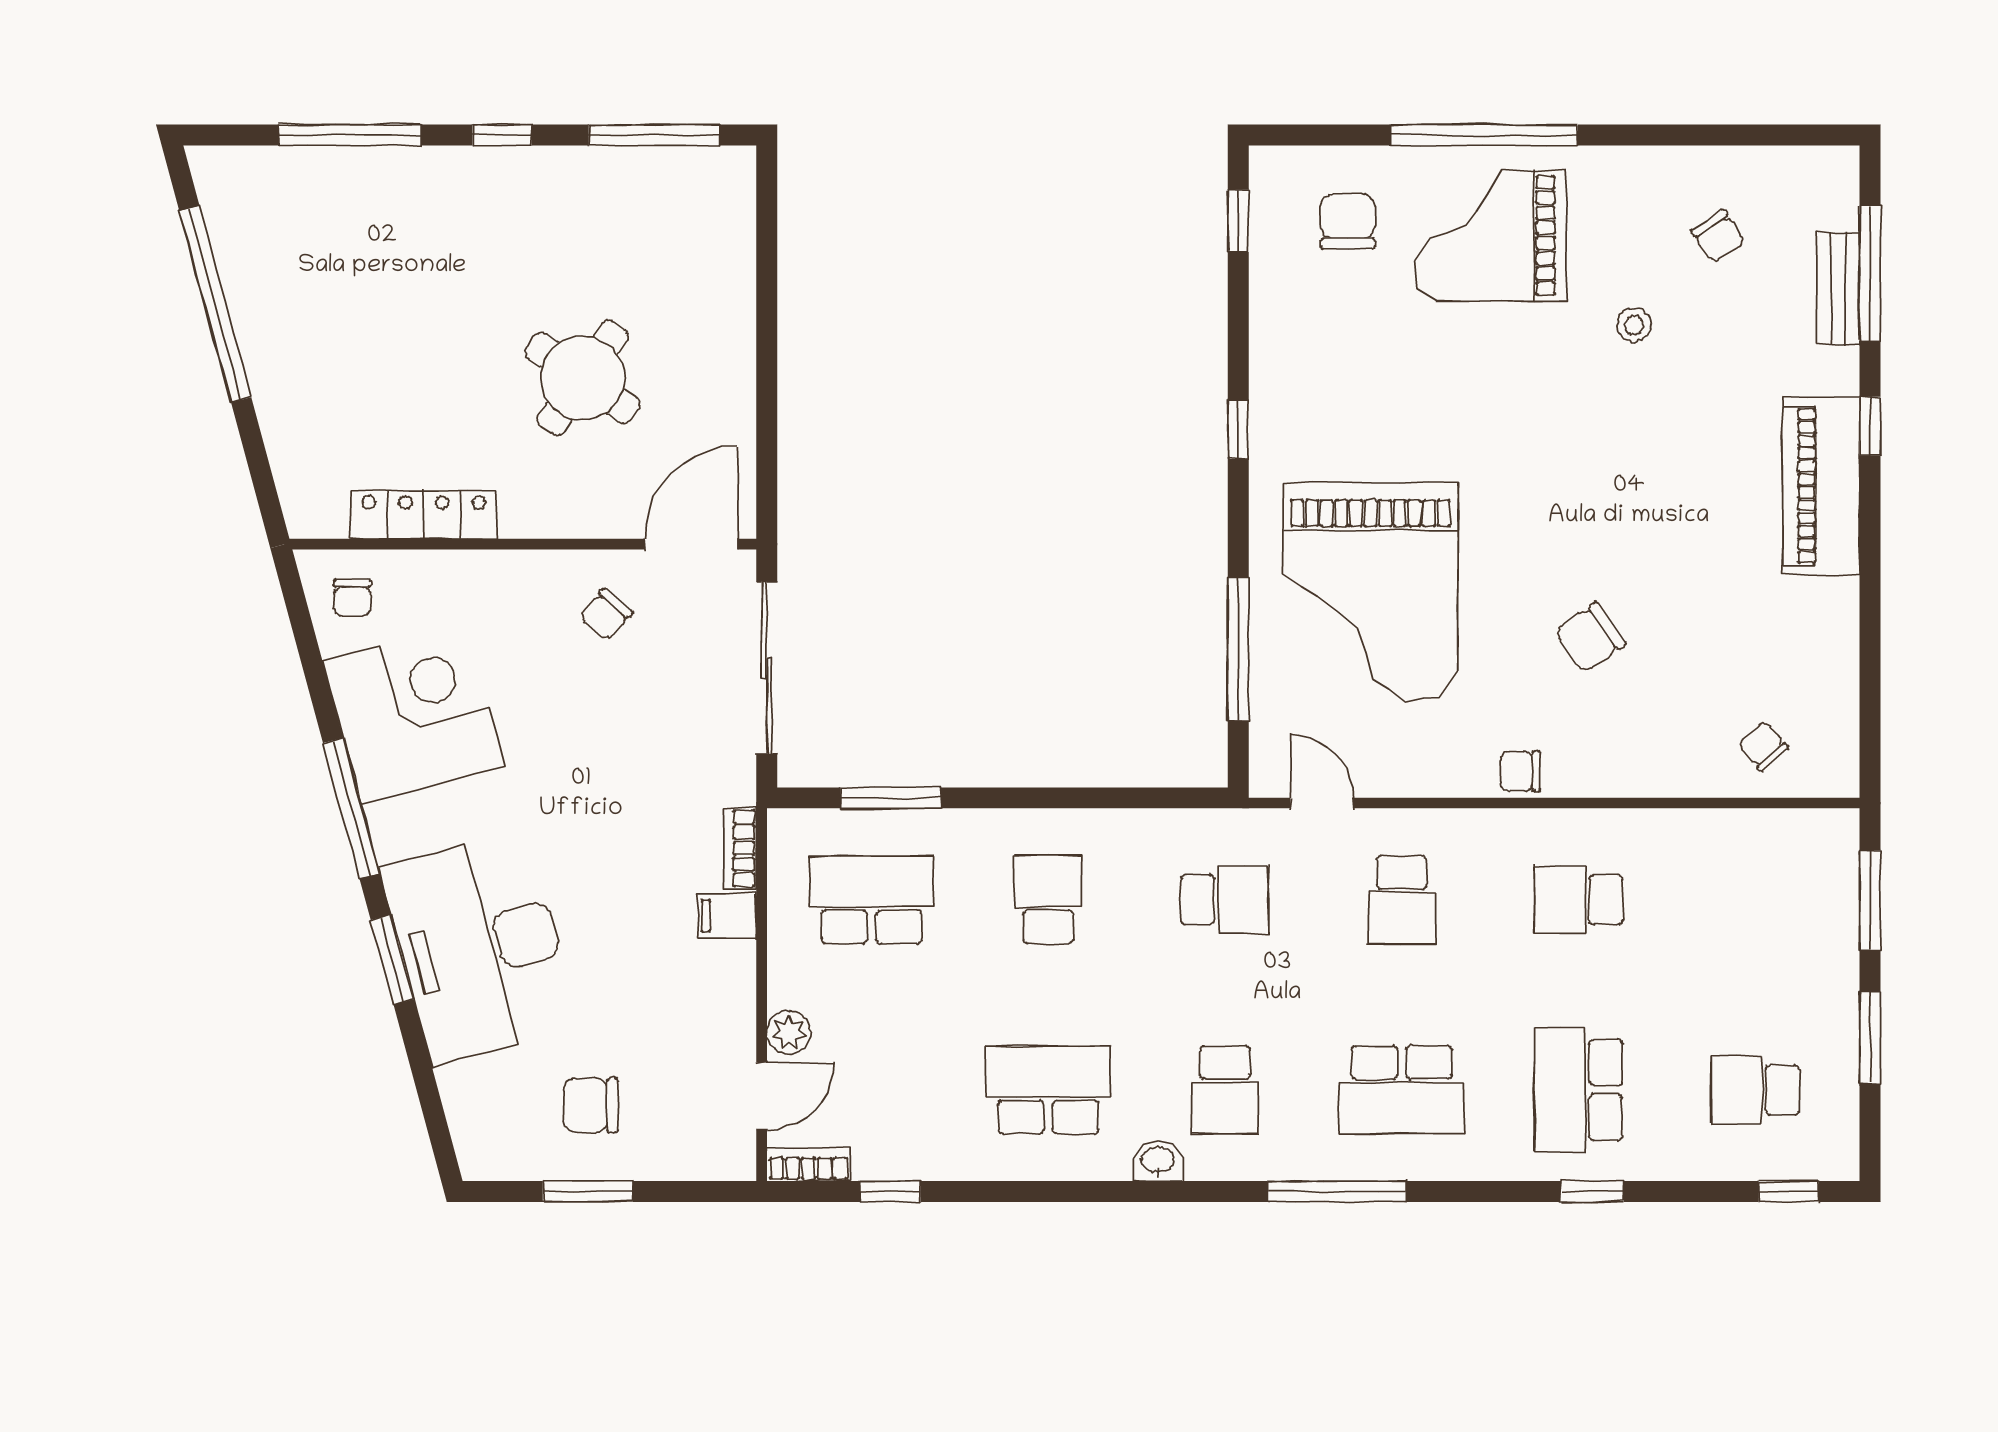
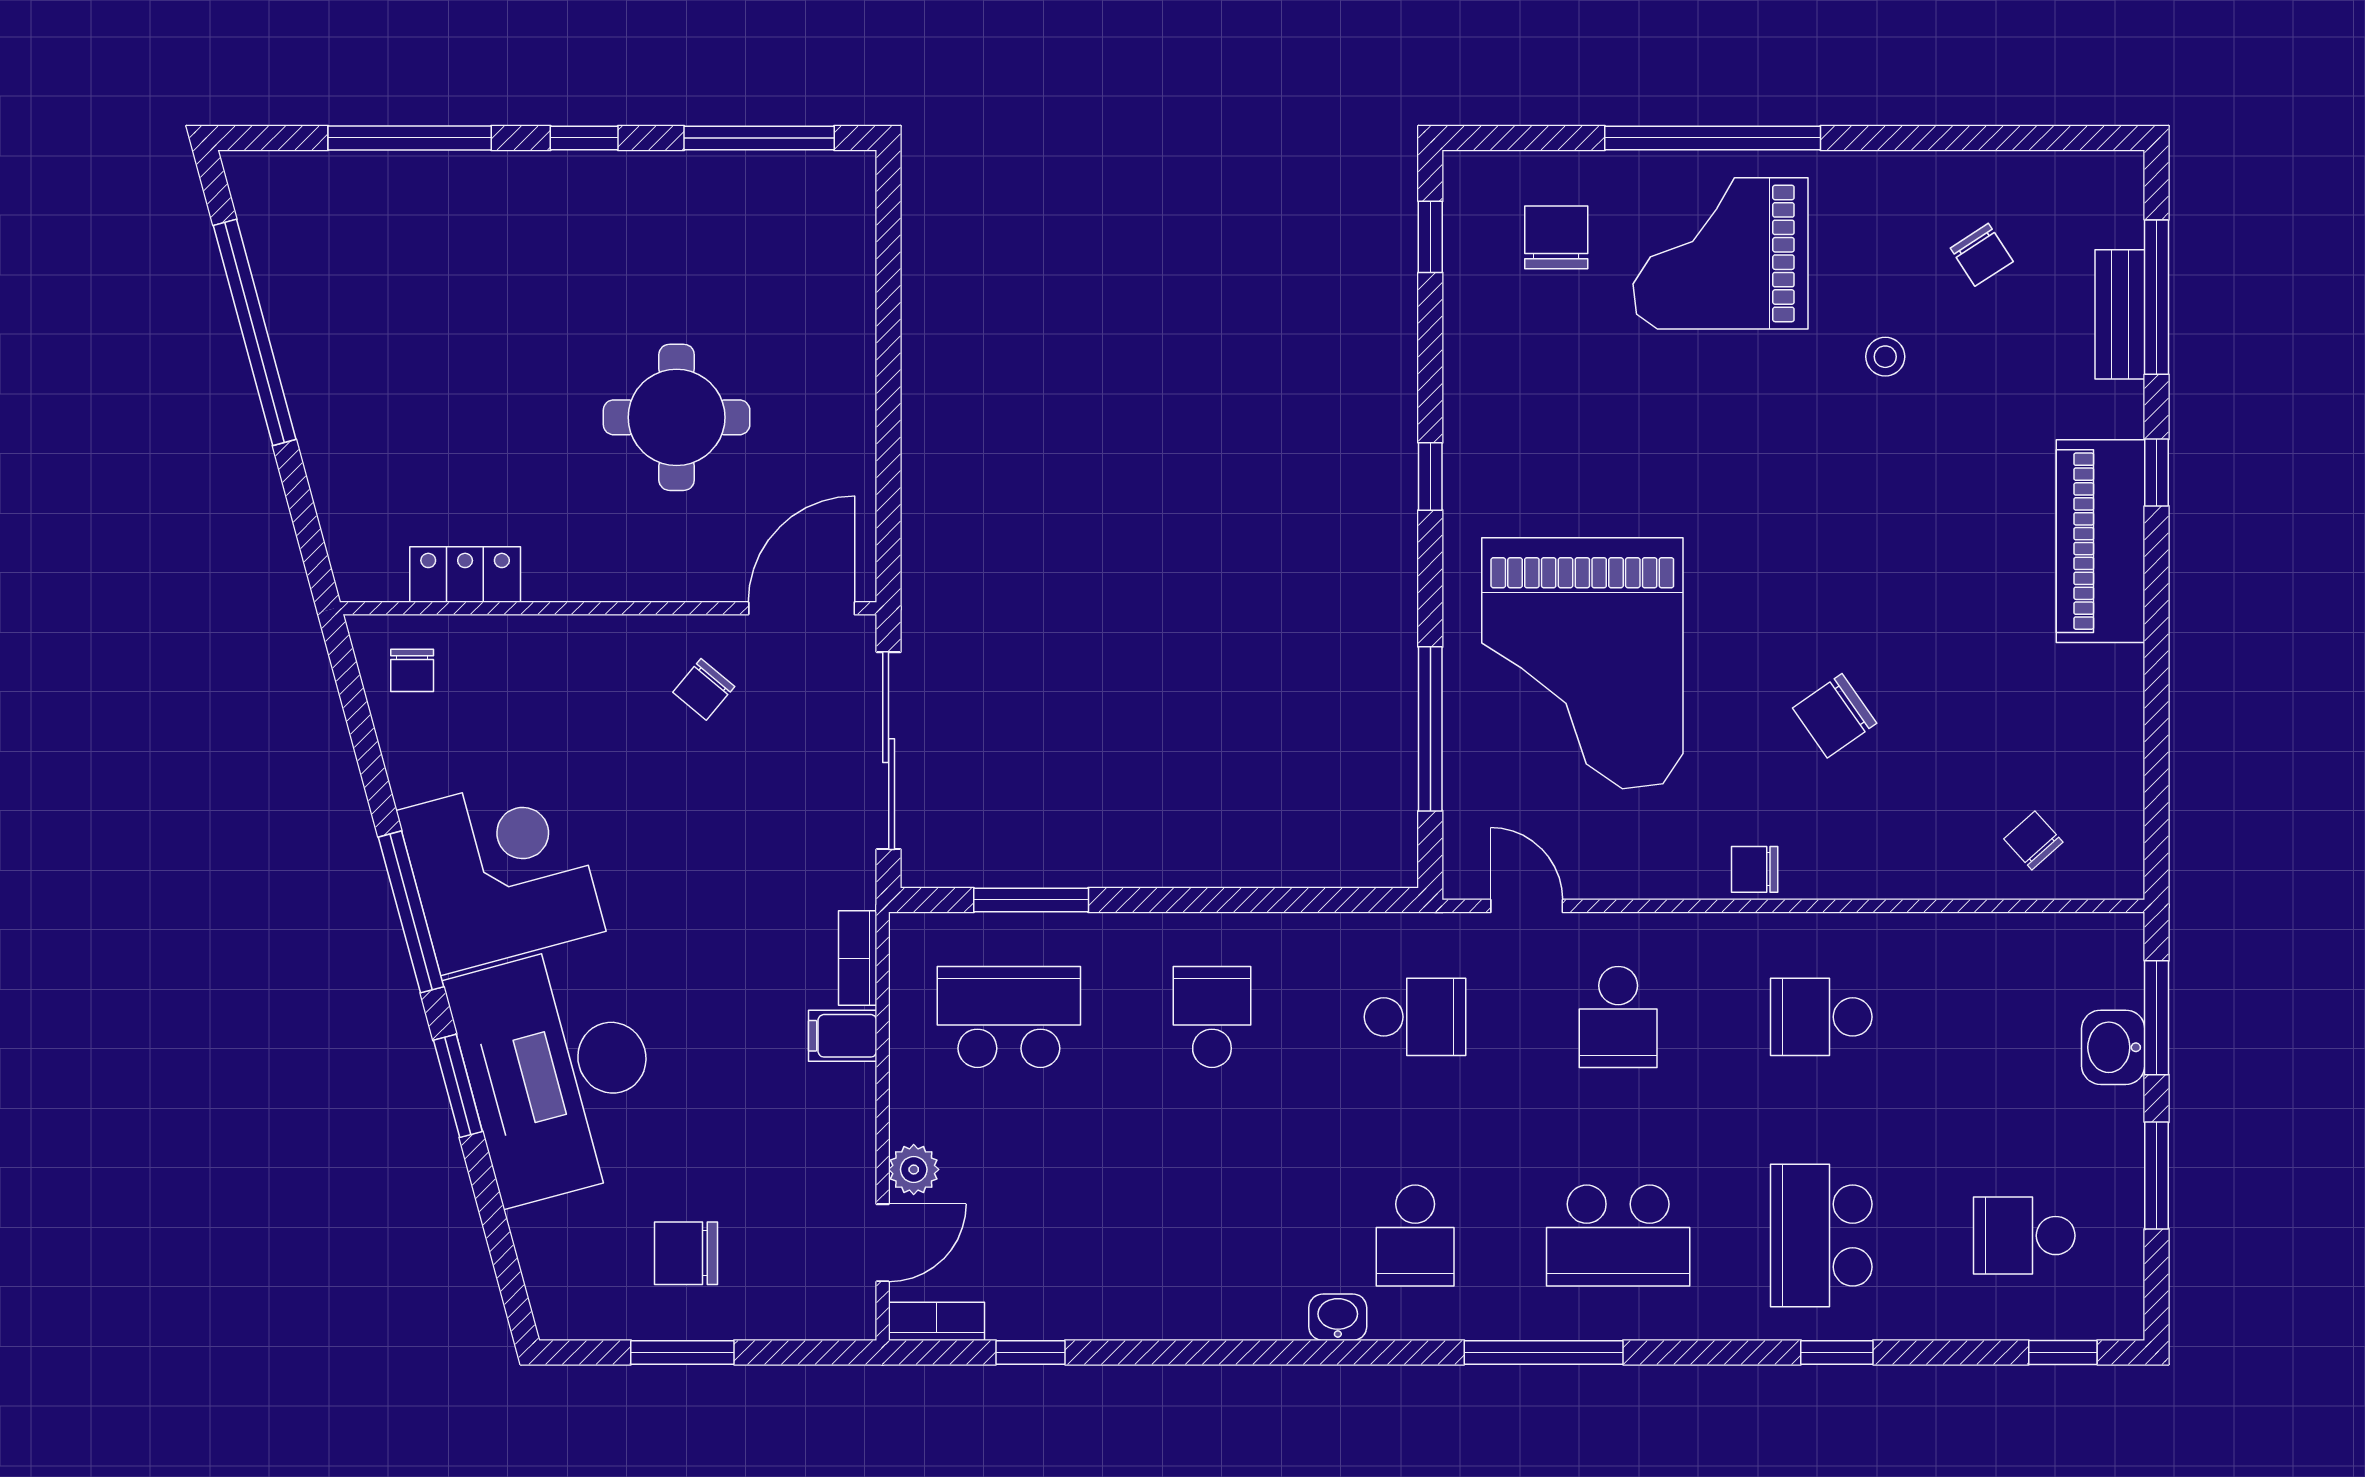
round table: (582, 378) -> (677, 417), turned -35
locker: (424, 515) -> (465, 574), width x0.66
corner desk: (414, 713) -> (501, 871), moved
washbasin: (1832, 926) -> (2113, 1047), added
school desk: (1048, 1090) -> (1212, 1236), removed

